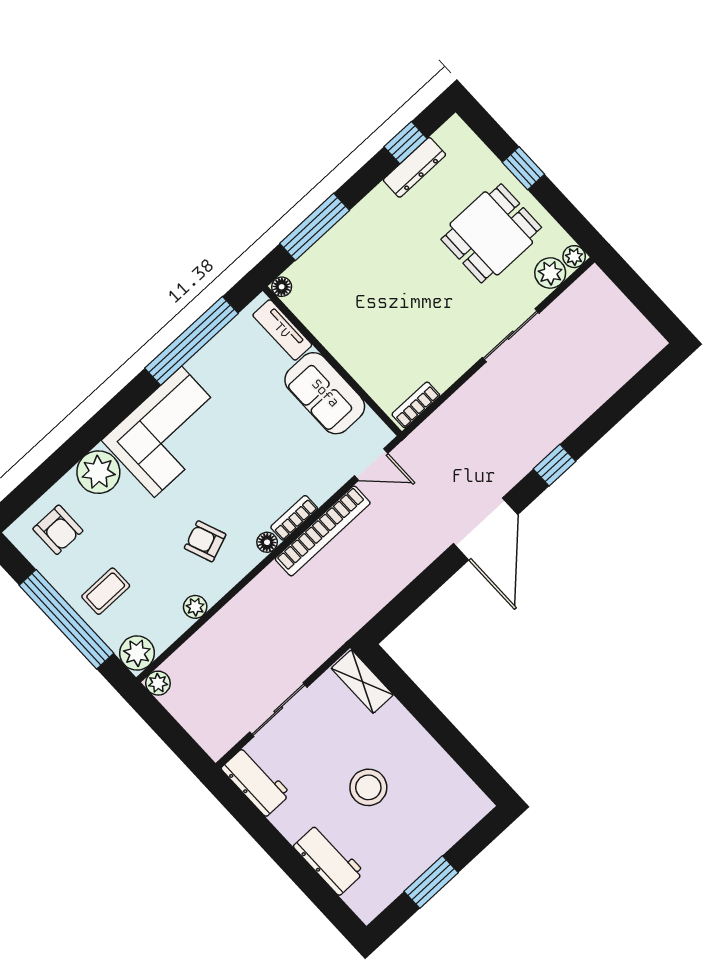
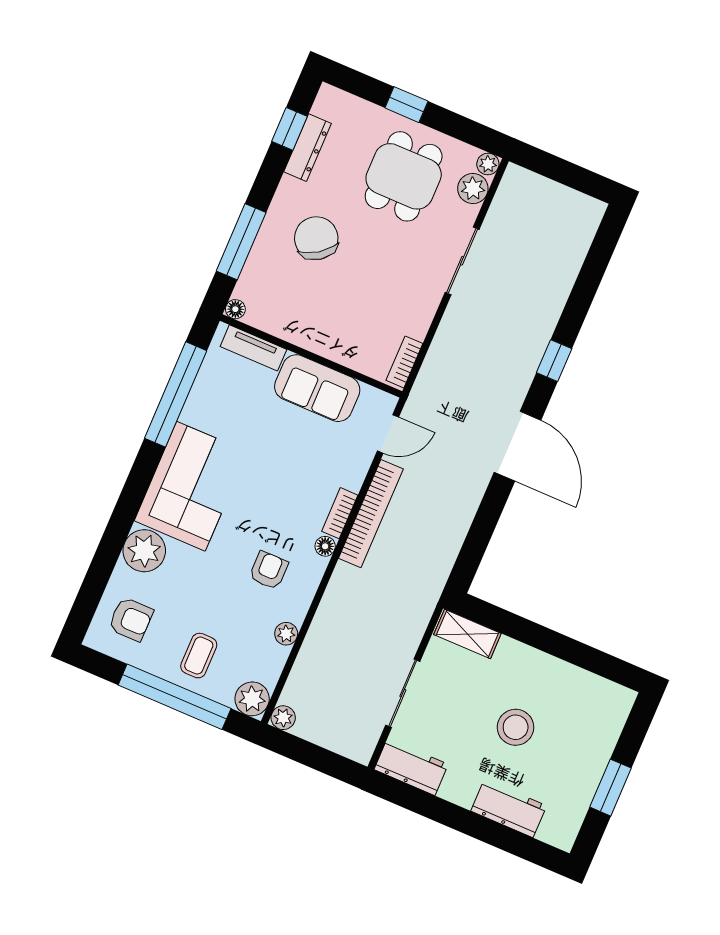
chair: (385, 255) -> (316, 238), added
armchair: (205, 541) -> (269, 570), turned 111

